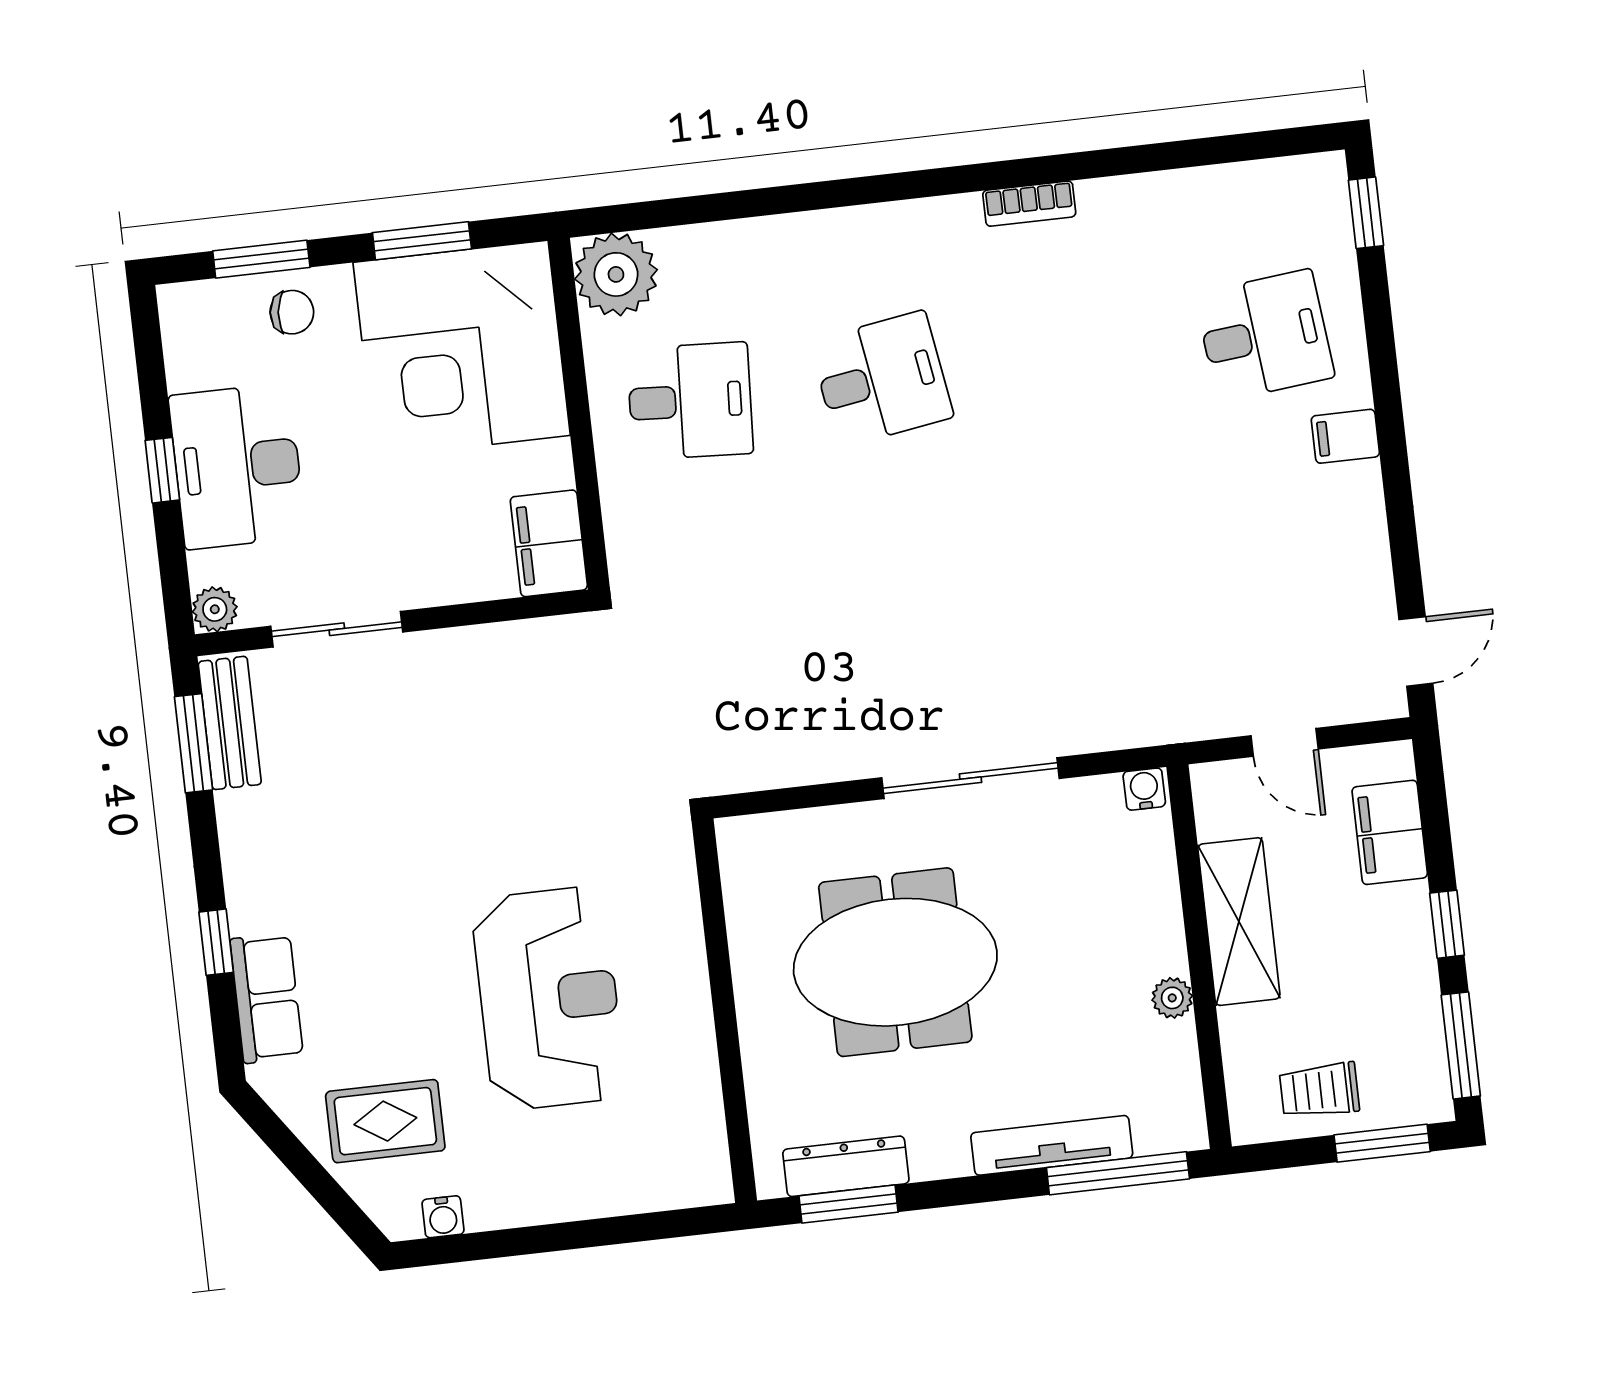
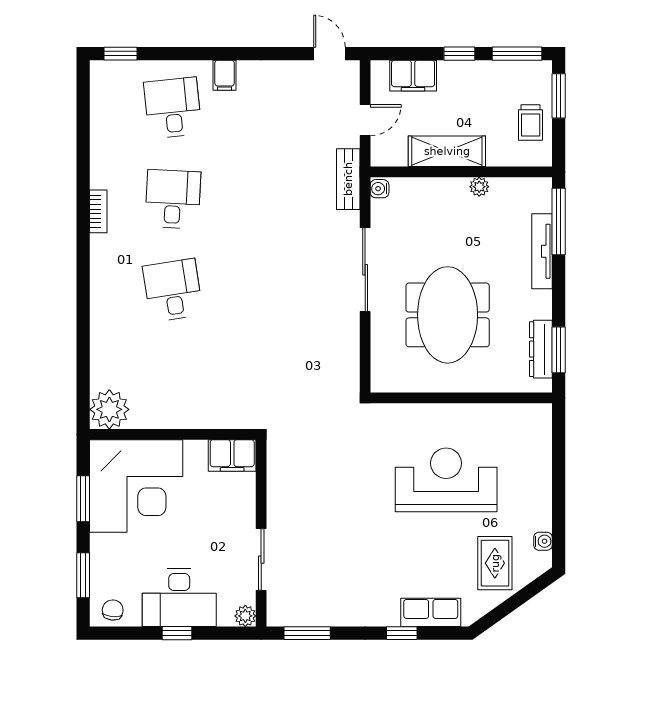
chair: (292, 312) -> (113, 610), moved
desk: (690, 401) -> (173, 199), moved
bench: (230, 723) -> (348, 179), moved, turned 90

